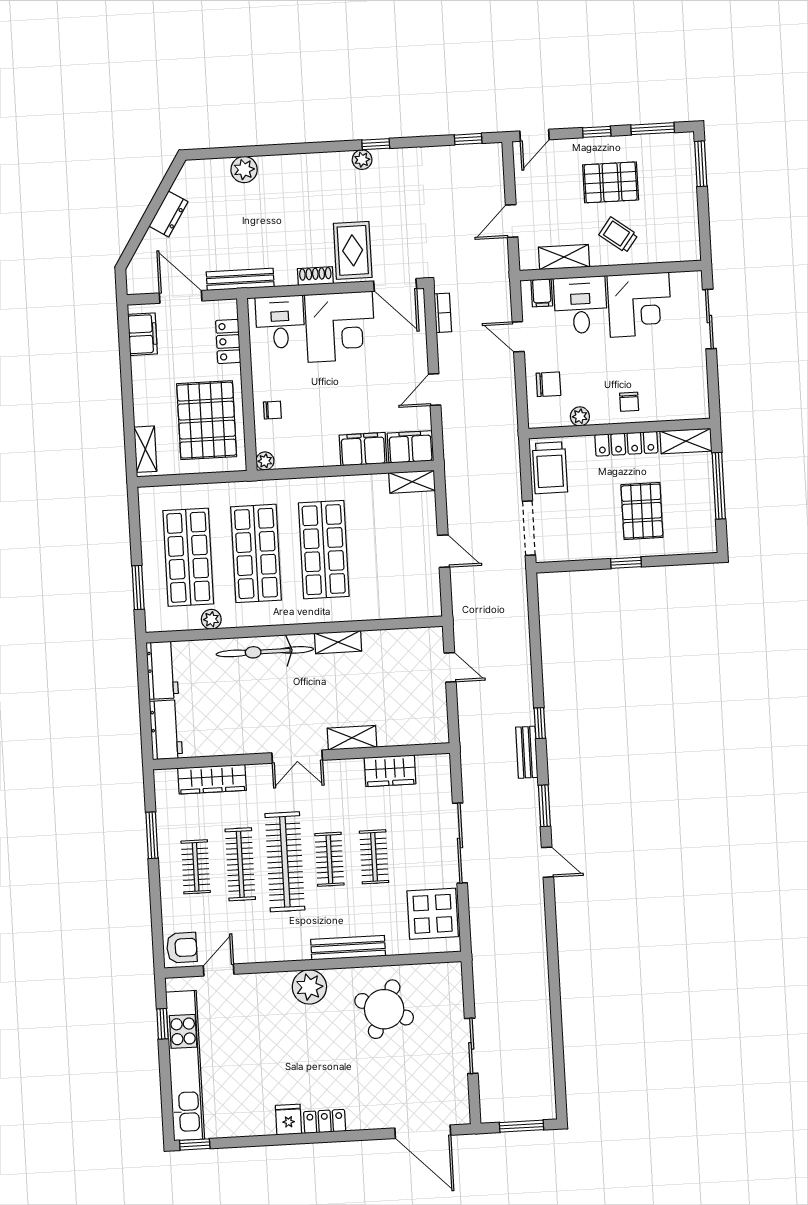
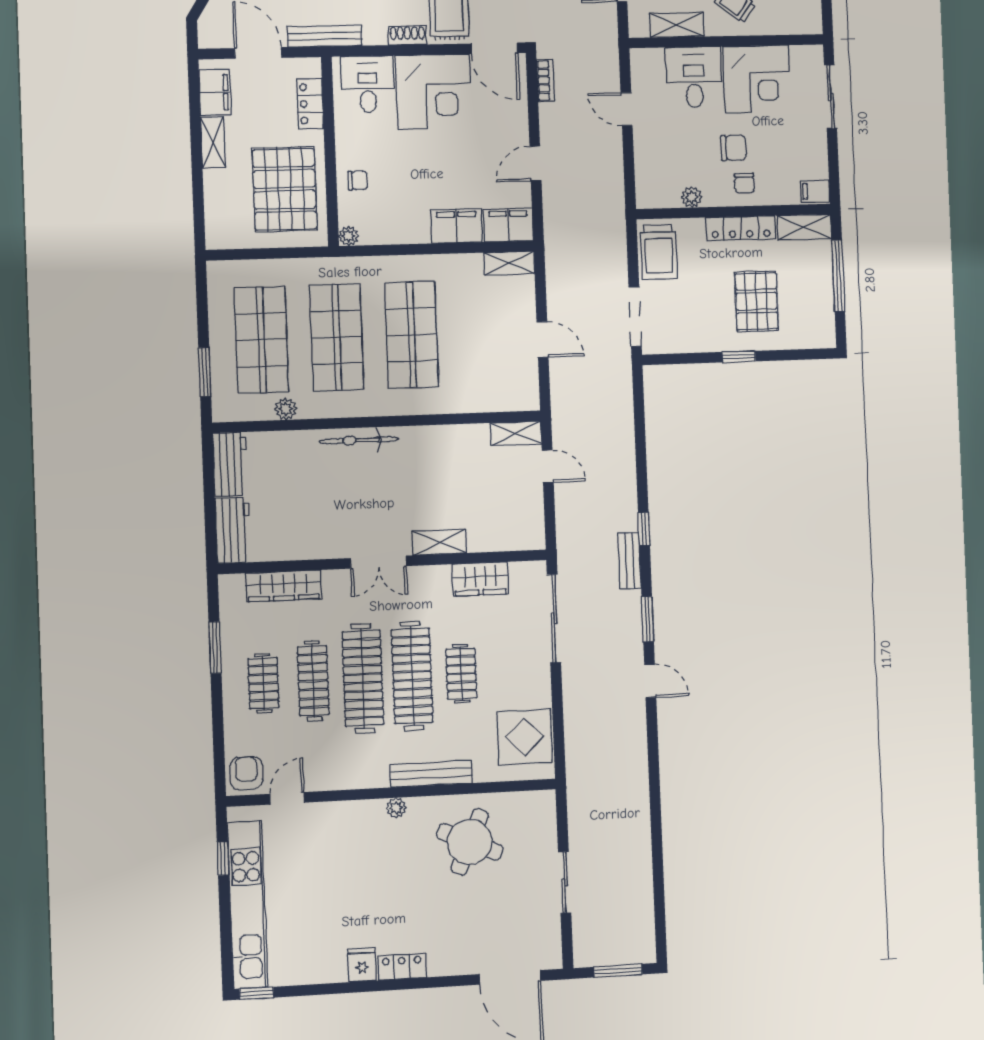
filing cabinet: (542, 293) -> (815, 191), moved, turned 90
chair: (548, 384) -> (734, 148), moved
shelving: (145, 449) -> (213, 142), moved
shelving: (338, 642) -> (516, 433), moved
bicycle: (265, 652) -> (359, 440), width x0.73, depth x0.71
sliding door: (460, 843) -> (554, 619), moved
clothes rail: (329, 859) -> (412, 676), width x1.86, depth x1.31
armchair: (182, 948) -> (246, 773), turned -90
plant: (309, 987) -> (396, 808), width x0.53, depth x0.53

